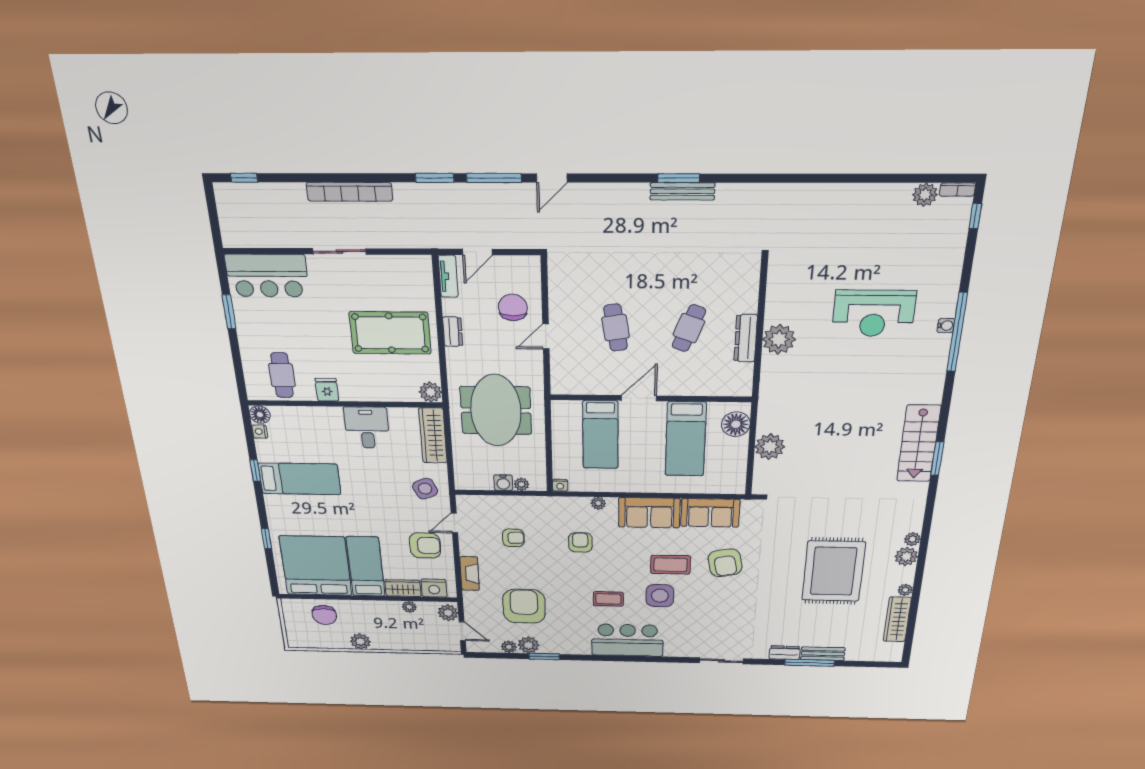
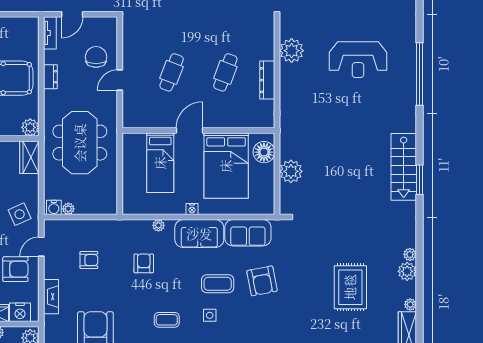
water cooler: (946, 325) -> (411, 69), removed
cafe table: (616, 328) -> (172, 72), turned 30
plant: (779, 339) -> (292, 51), moved
wardrobe: (433, 436) -> (29, 157), width x0.67
bed: (686, 439) -> (226, 166), width x1.50
water cooler: (503, 483) -> (54, 207), moved
plant: (522, 484) -> (68, 209), moved
nightstand: (560, 485) -> (192, 209), moved
rug: (833, 571) -> (350, 287), width x0.73, depth x0.69
side table: (660, 596) -> (210, 315), width x0.54, depth x0.54

